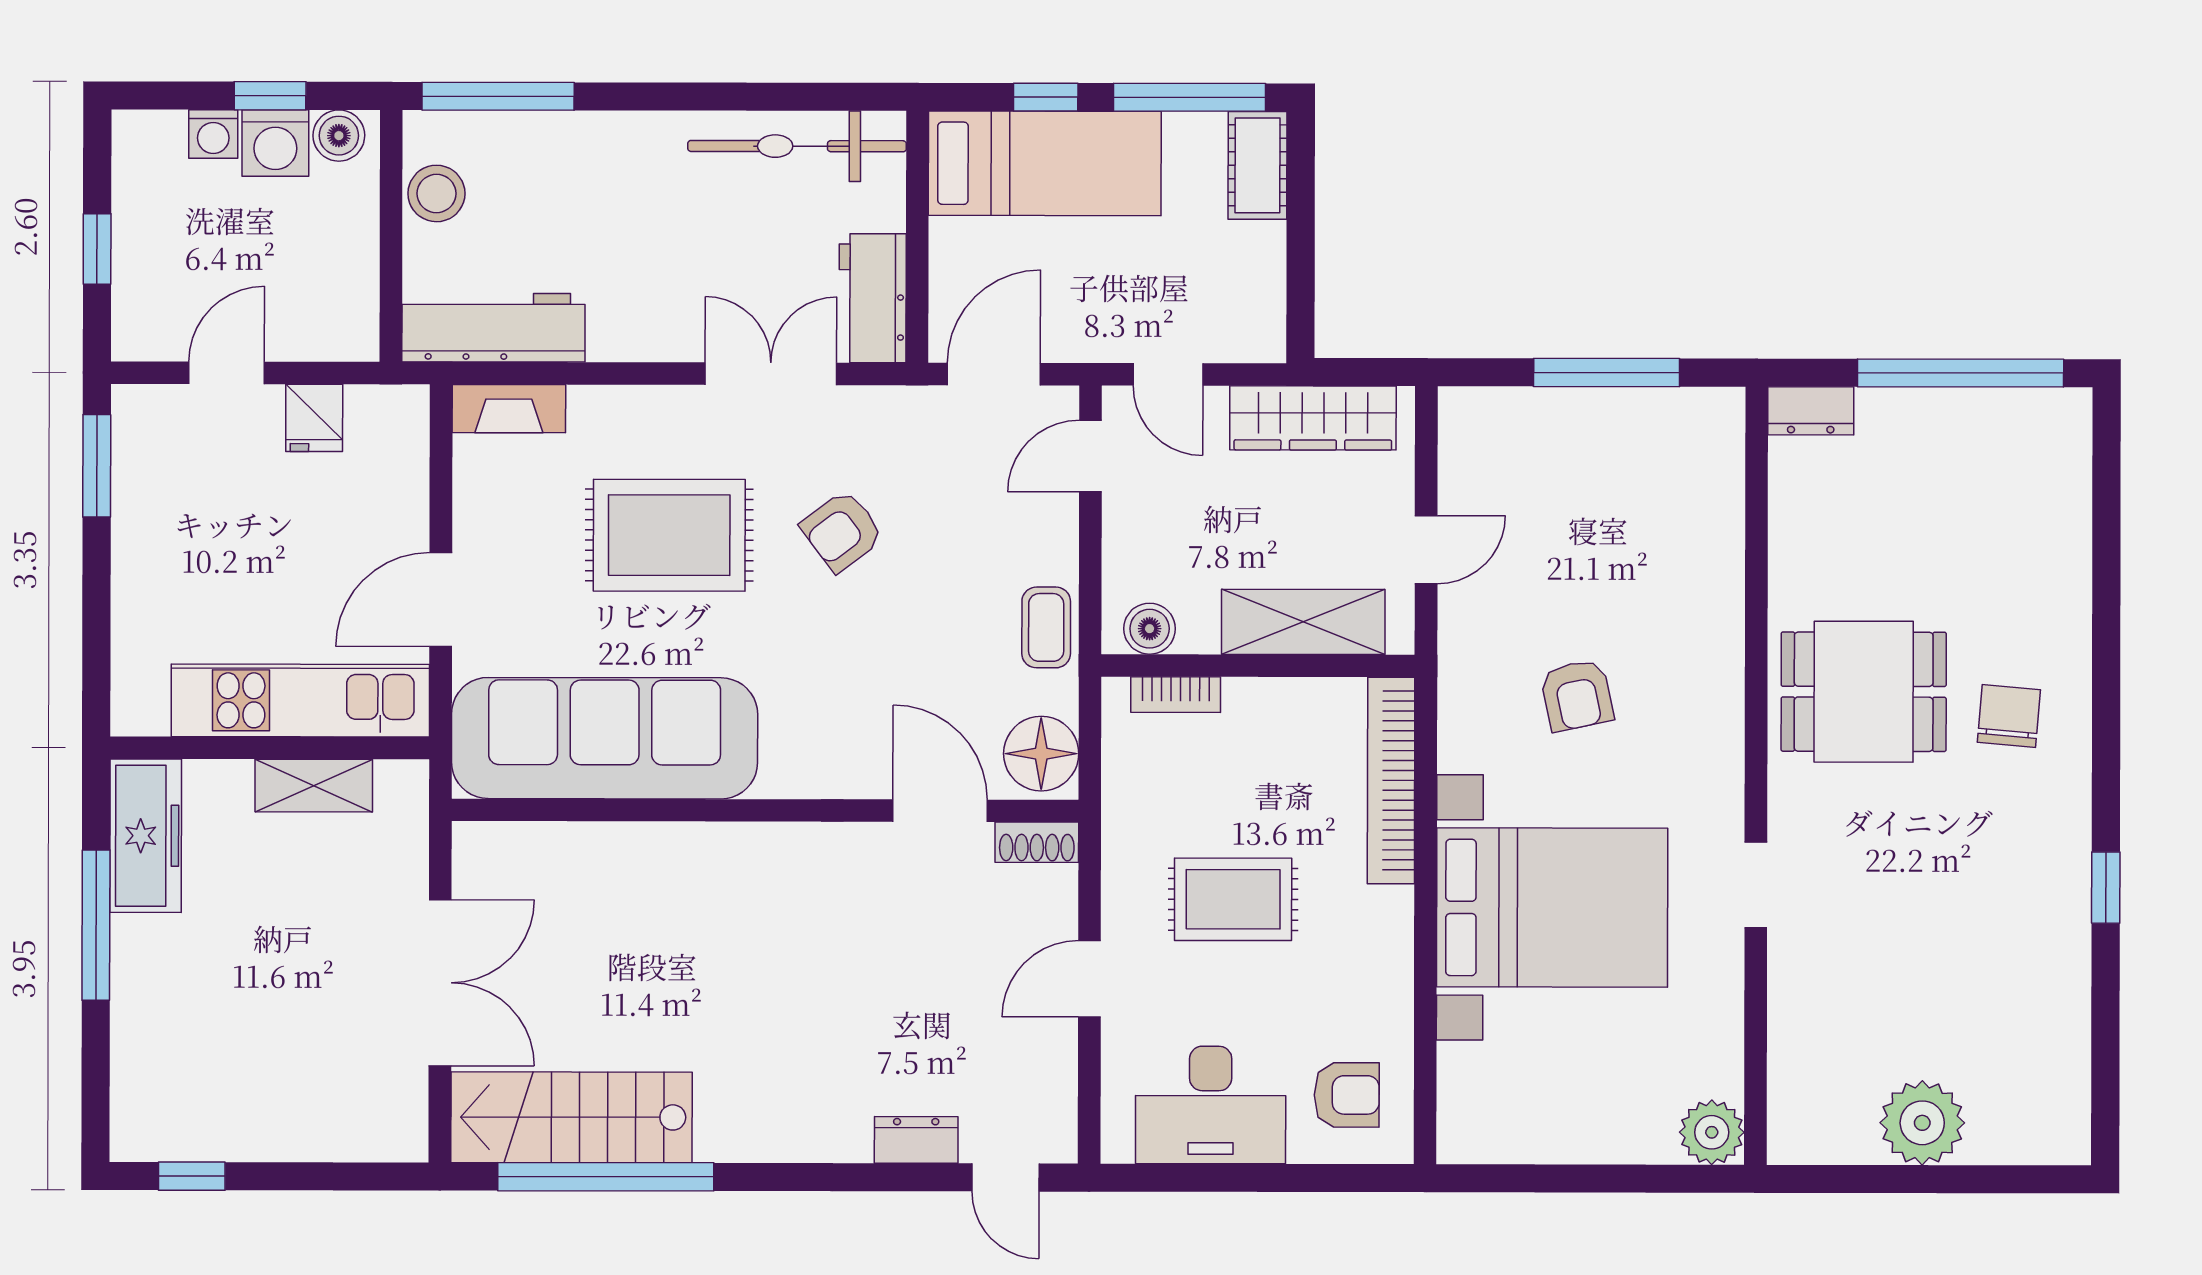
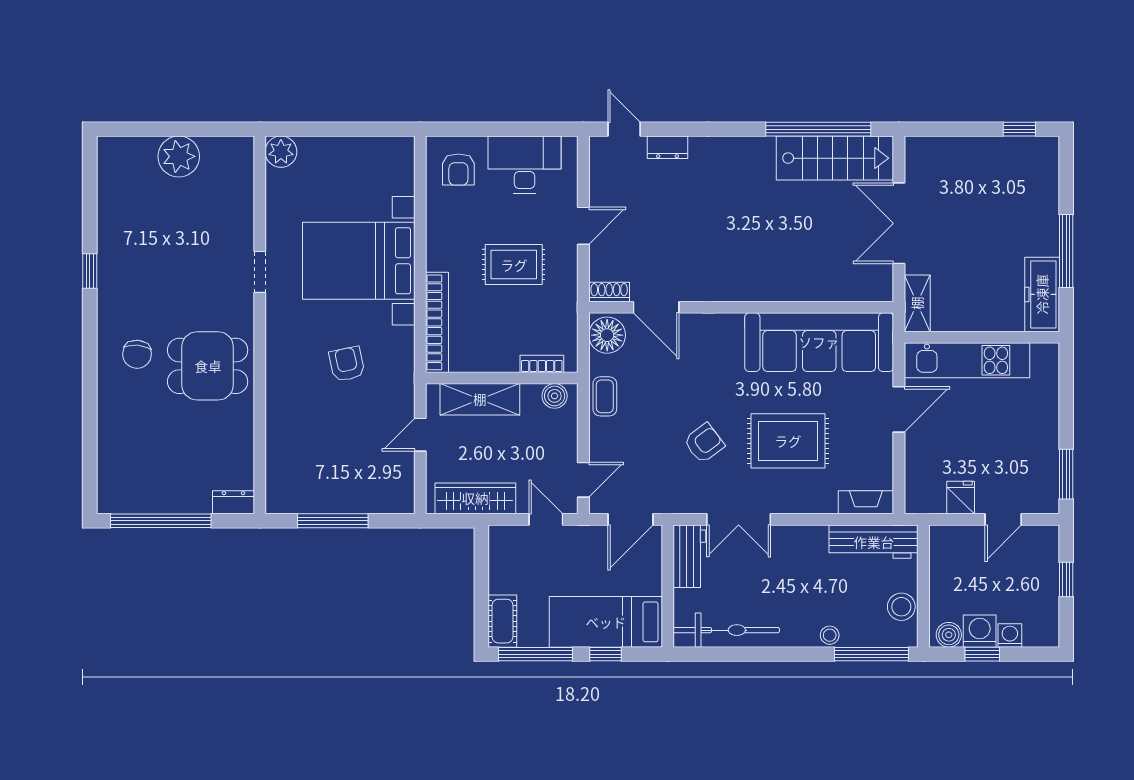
stool: (584, 135) -> (830, 635), added
shelving: (314, 786) -> (917, 303), moved, turned 90
armchair: (1347, 1095) -> (458, 170), turned -90

